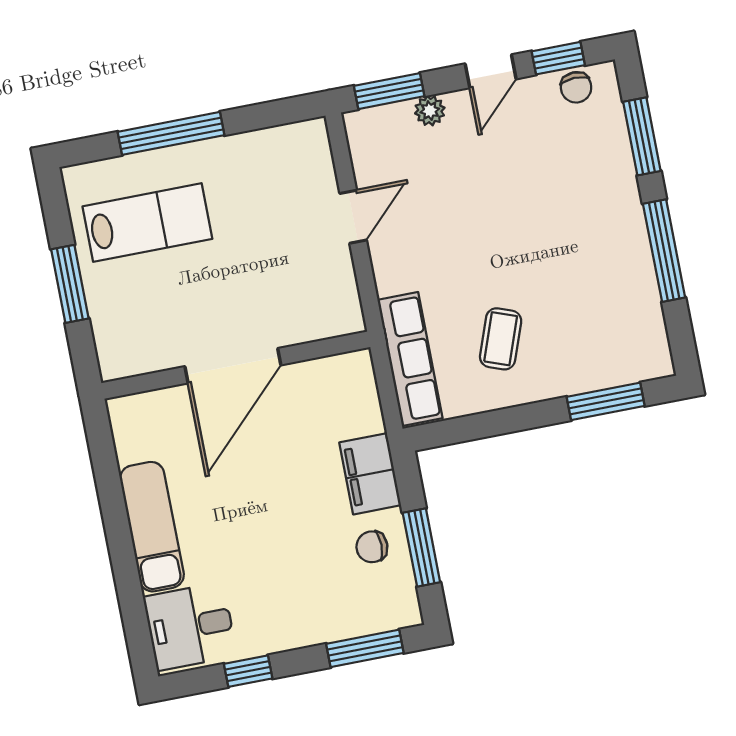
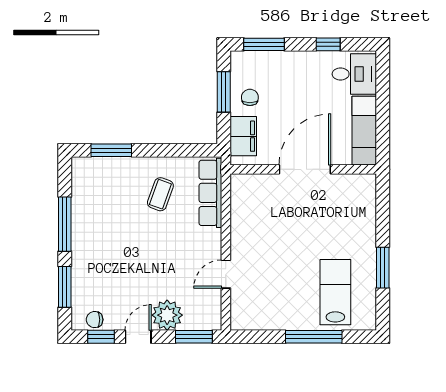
chair: (576, 87) -> (95, 320), turned -88
plant: (430, 111) -> (167, 315), width x1.88, depth x1.88
lab bench: (147, 223) -> (335, 292), turned 90
wall: (236, 365) -> (303, 169), moved
door: (233, 366) -> (305, 169), moved
chair: (372, 547) -> (250, 97), turned -90

